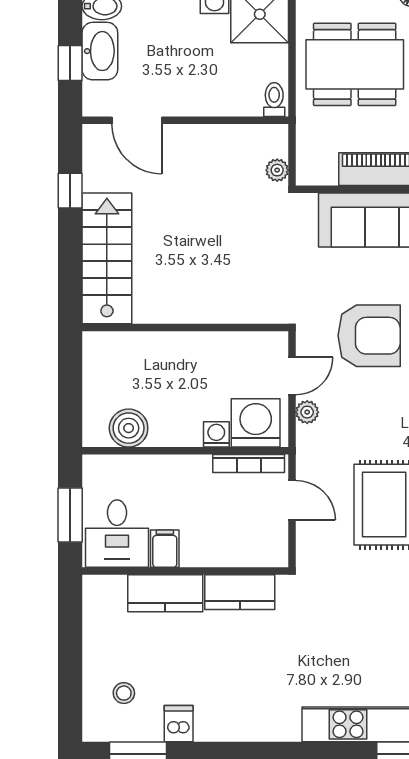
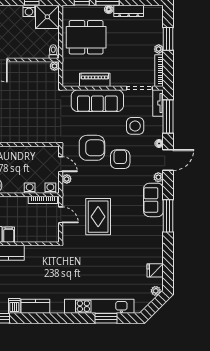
plant: (277, 170) -> (54, 66), moved
door: (292, 376) -> (61, 164), hinge flipped
washing machine: (256, 423) -> (50, 188), width x0.53, depth x0.53
kitchen counter: (240, 592) -> (35, 306), moved, turned 180

